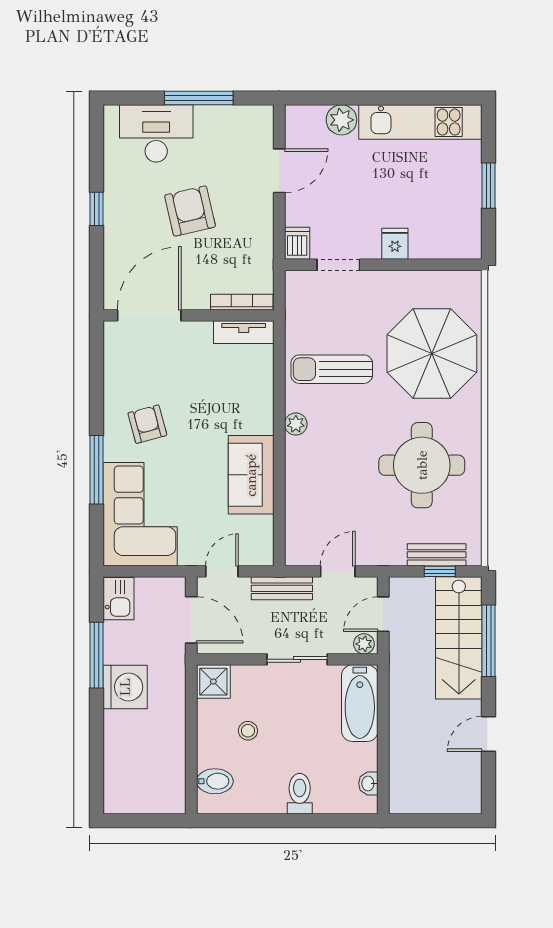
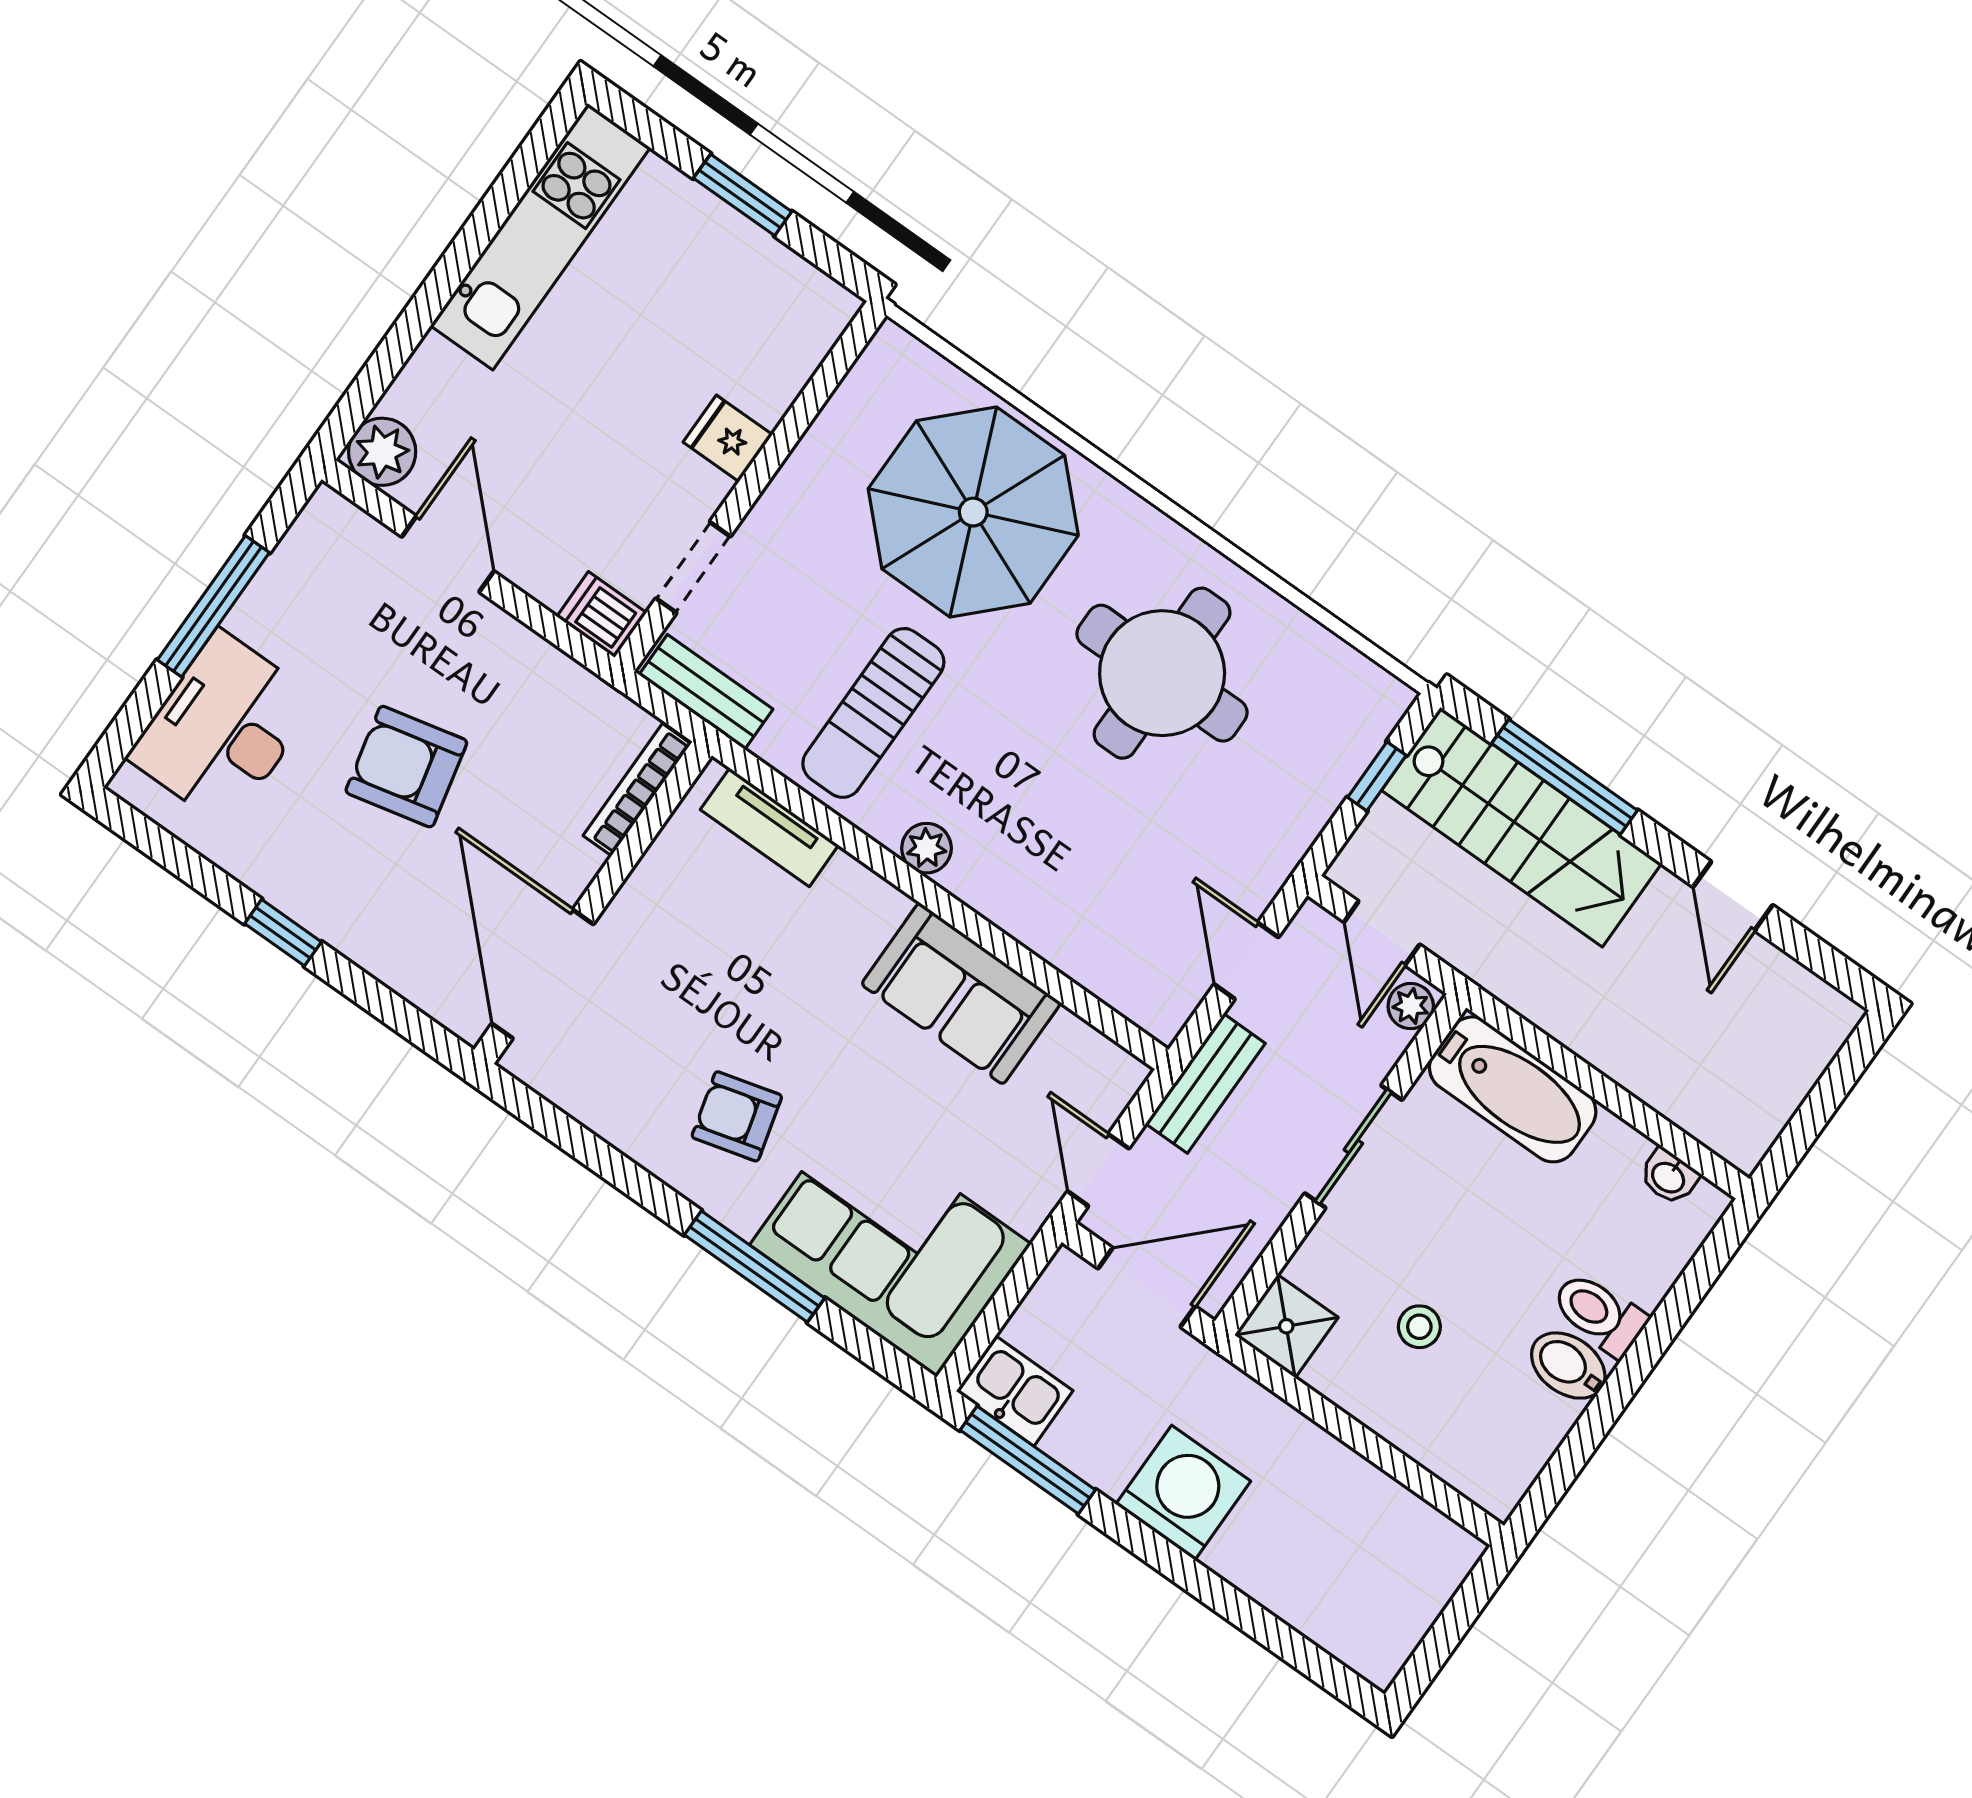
plant: (341, 120) -> (382, 452), moved
tv unit: (244, 332) -> (769, 827), moved, turned 90
bench: (437, 555) -> (706, 692), moved, turned 90
window: (97, 655) -> (1028, 1460), moved
bidet: (215, 781) -> (1568, 1366), moved, turned -90

